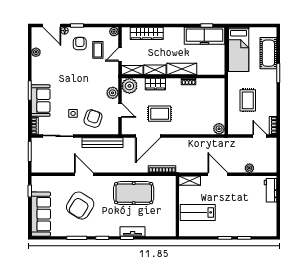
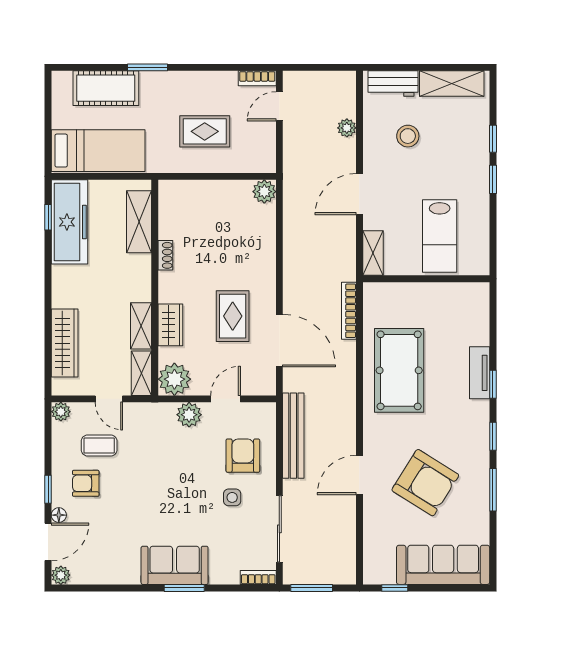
plant: (36, 52) -> (61, 575), moved
shelving: (182, 69) -> (139, 222), moved
sofa: (41, 101) -> (175, 565), moved
armchair: (93, 119) -> (243, 456), turned 71
stool: (245, 197) -> (408, 136), added
shelving: (271, 218) -> (452, 84), added

